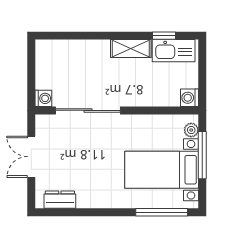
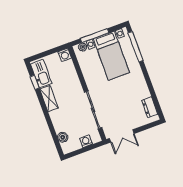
boiler: (63, 48) -> (63, 137), added
washing machine: (43, 98) -> (86, 141), moved
double door: (31, 157) -> (122, 136), moved

